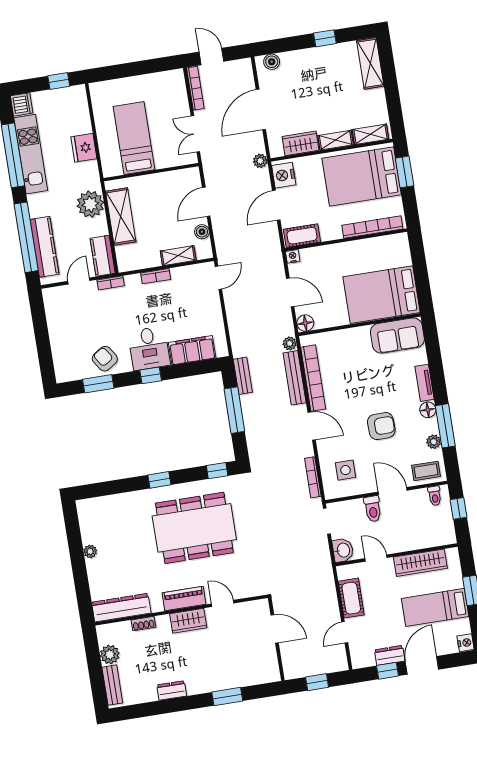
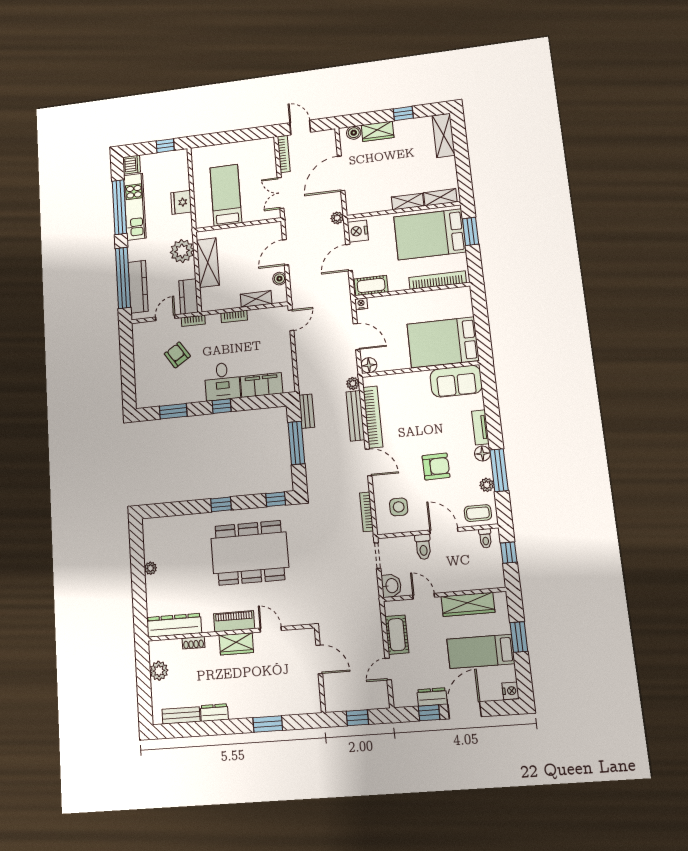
wardrobe: (300, 143) -> (378, 131), moved, turned 180
armchair: (105, 359) -> (177, 355), moved
bench: (112, 685) -> (181, 715), moved, turned 90

